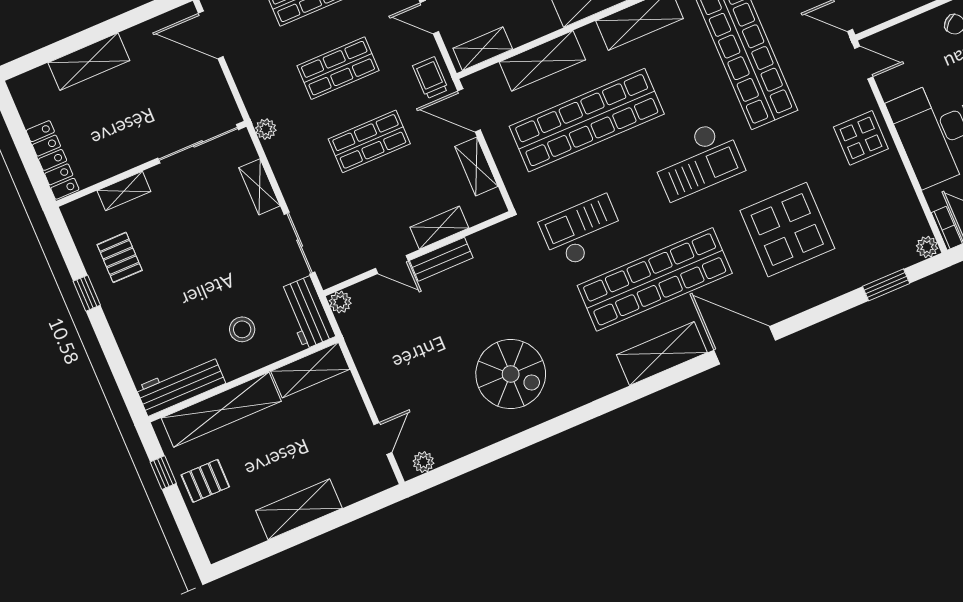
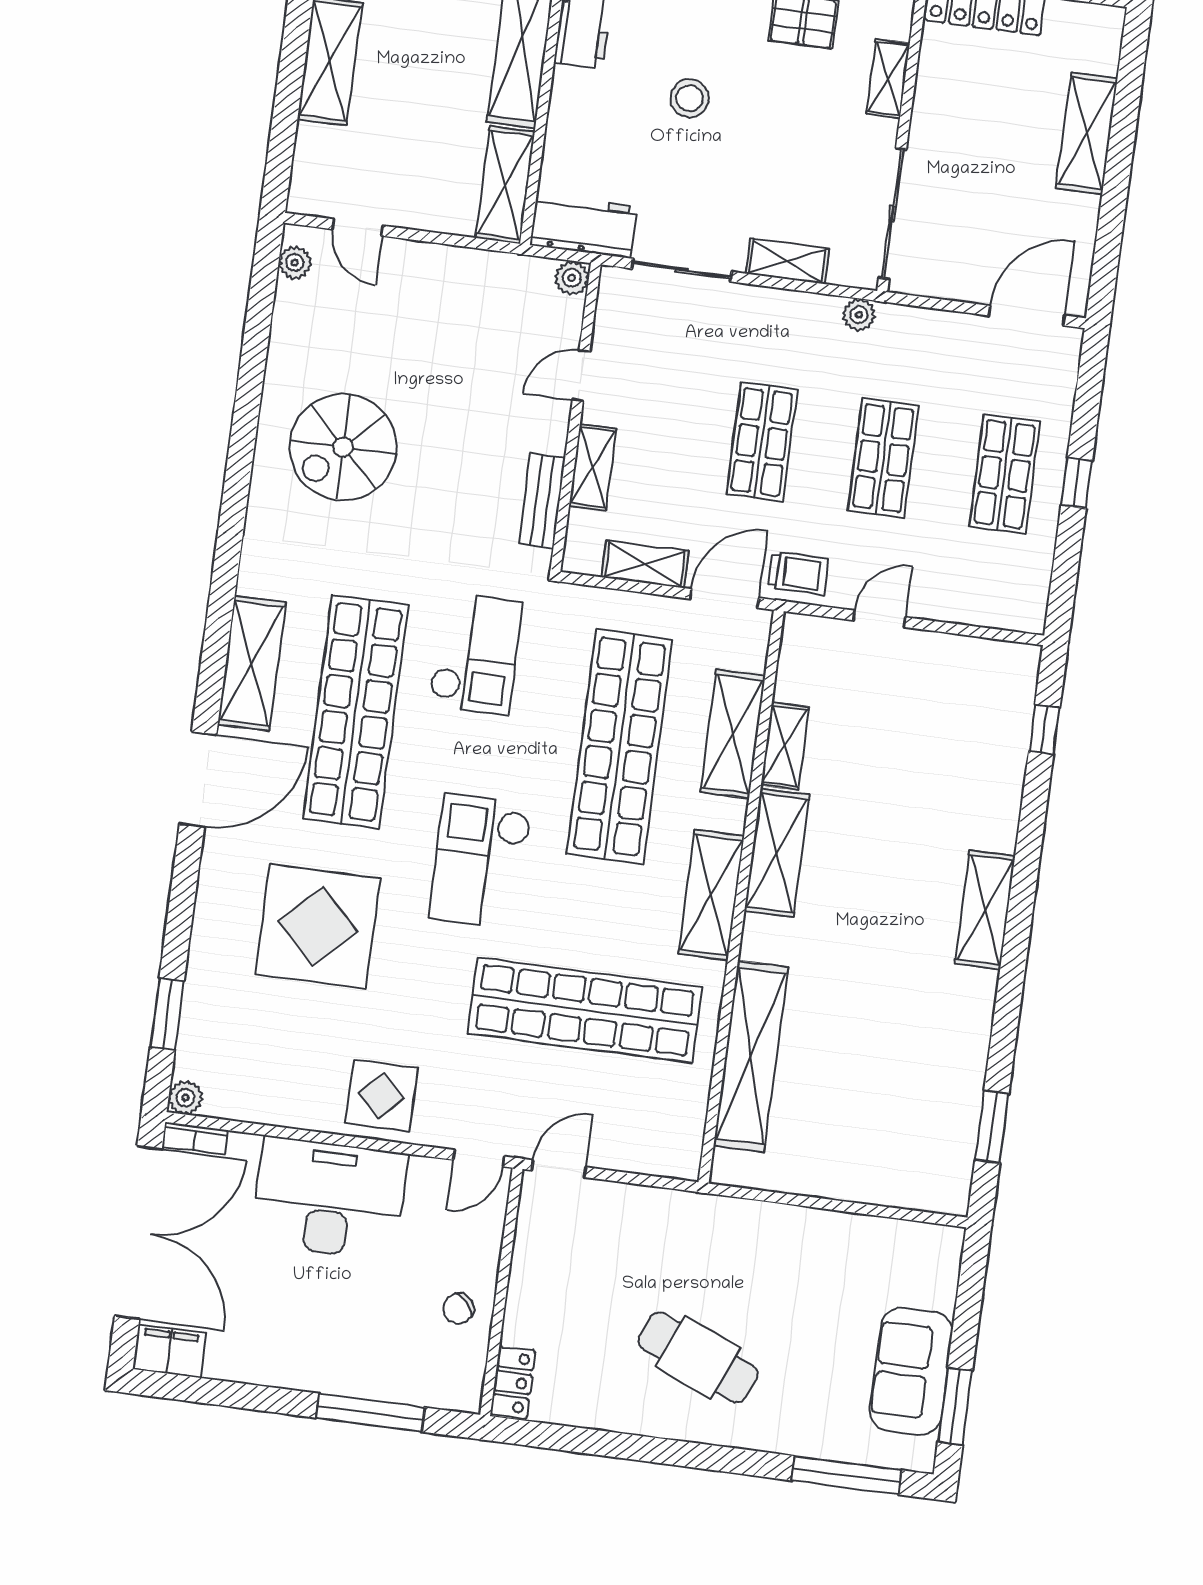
shelving: (483, 49) -> (785, 746), moved
bench: (441, 259) -> (542, 501), moved
stool: (242, 329) -> (690, 98), moved

